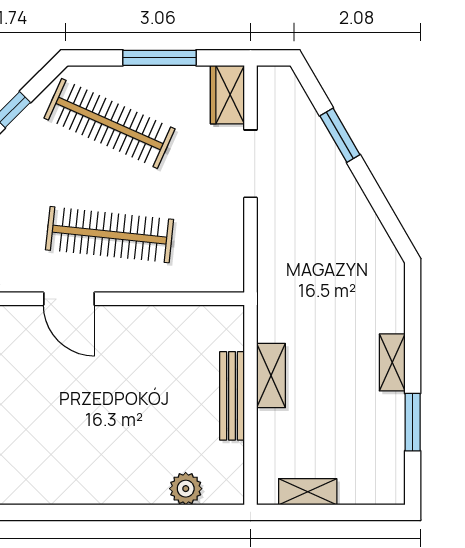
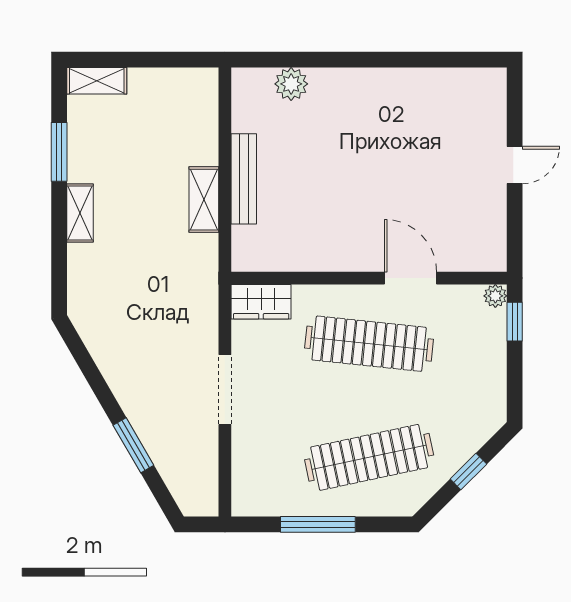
wardrobe: (227, 95) -> (261, 302), moved, turned 90
clothes rail: (110, 123) -> (369, 457), turned -36
doorway: (250, 164) -> (225, 389), moved
shelving: (308, 492) -> (97, 81), moved

